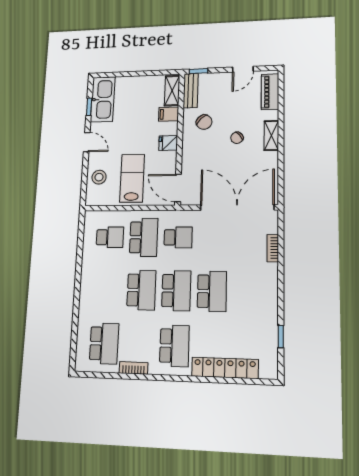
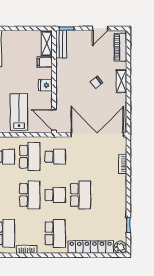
chair: (204, 122) -> (72, 69), removed
school desk: (176, 291) -> (55, 195), width x0.54
plant: (269, 370) -> (120, 247), added

